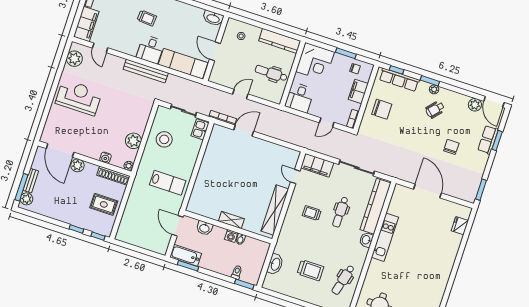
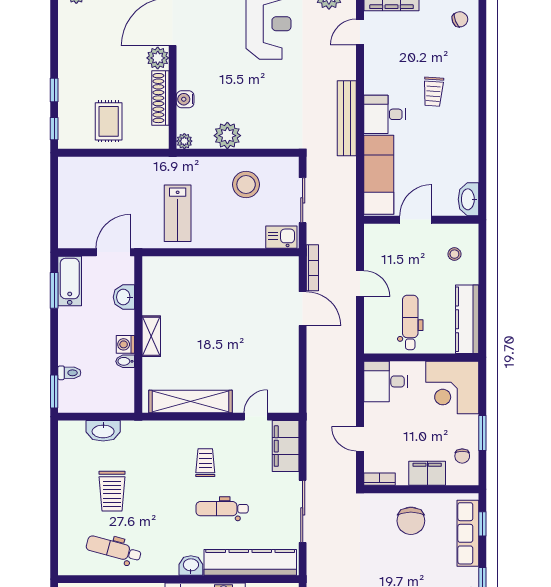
shoe rack: (113, 176) -> (160, 98), moved

